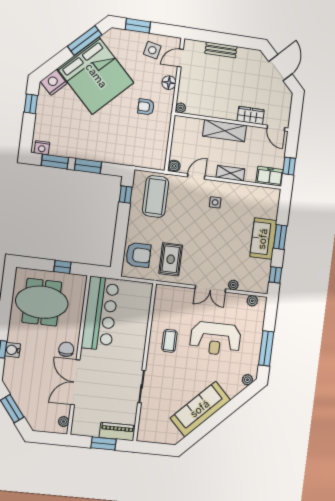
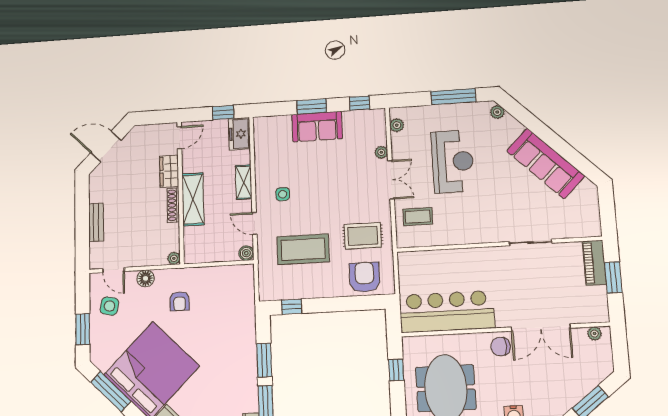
shoe rack: (223, 114) -> (173, 205), added
coffee table: (156, 196) -> (303, 249), moved
coffee table: (169, 341) -> (418, 217), moved

